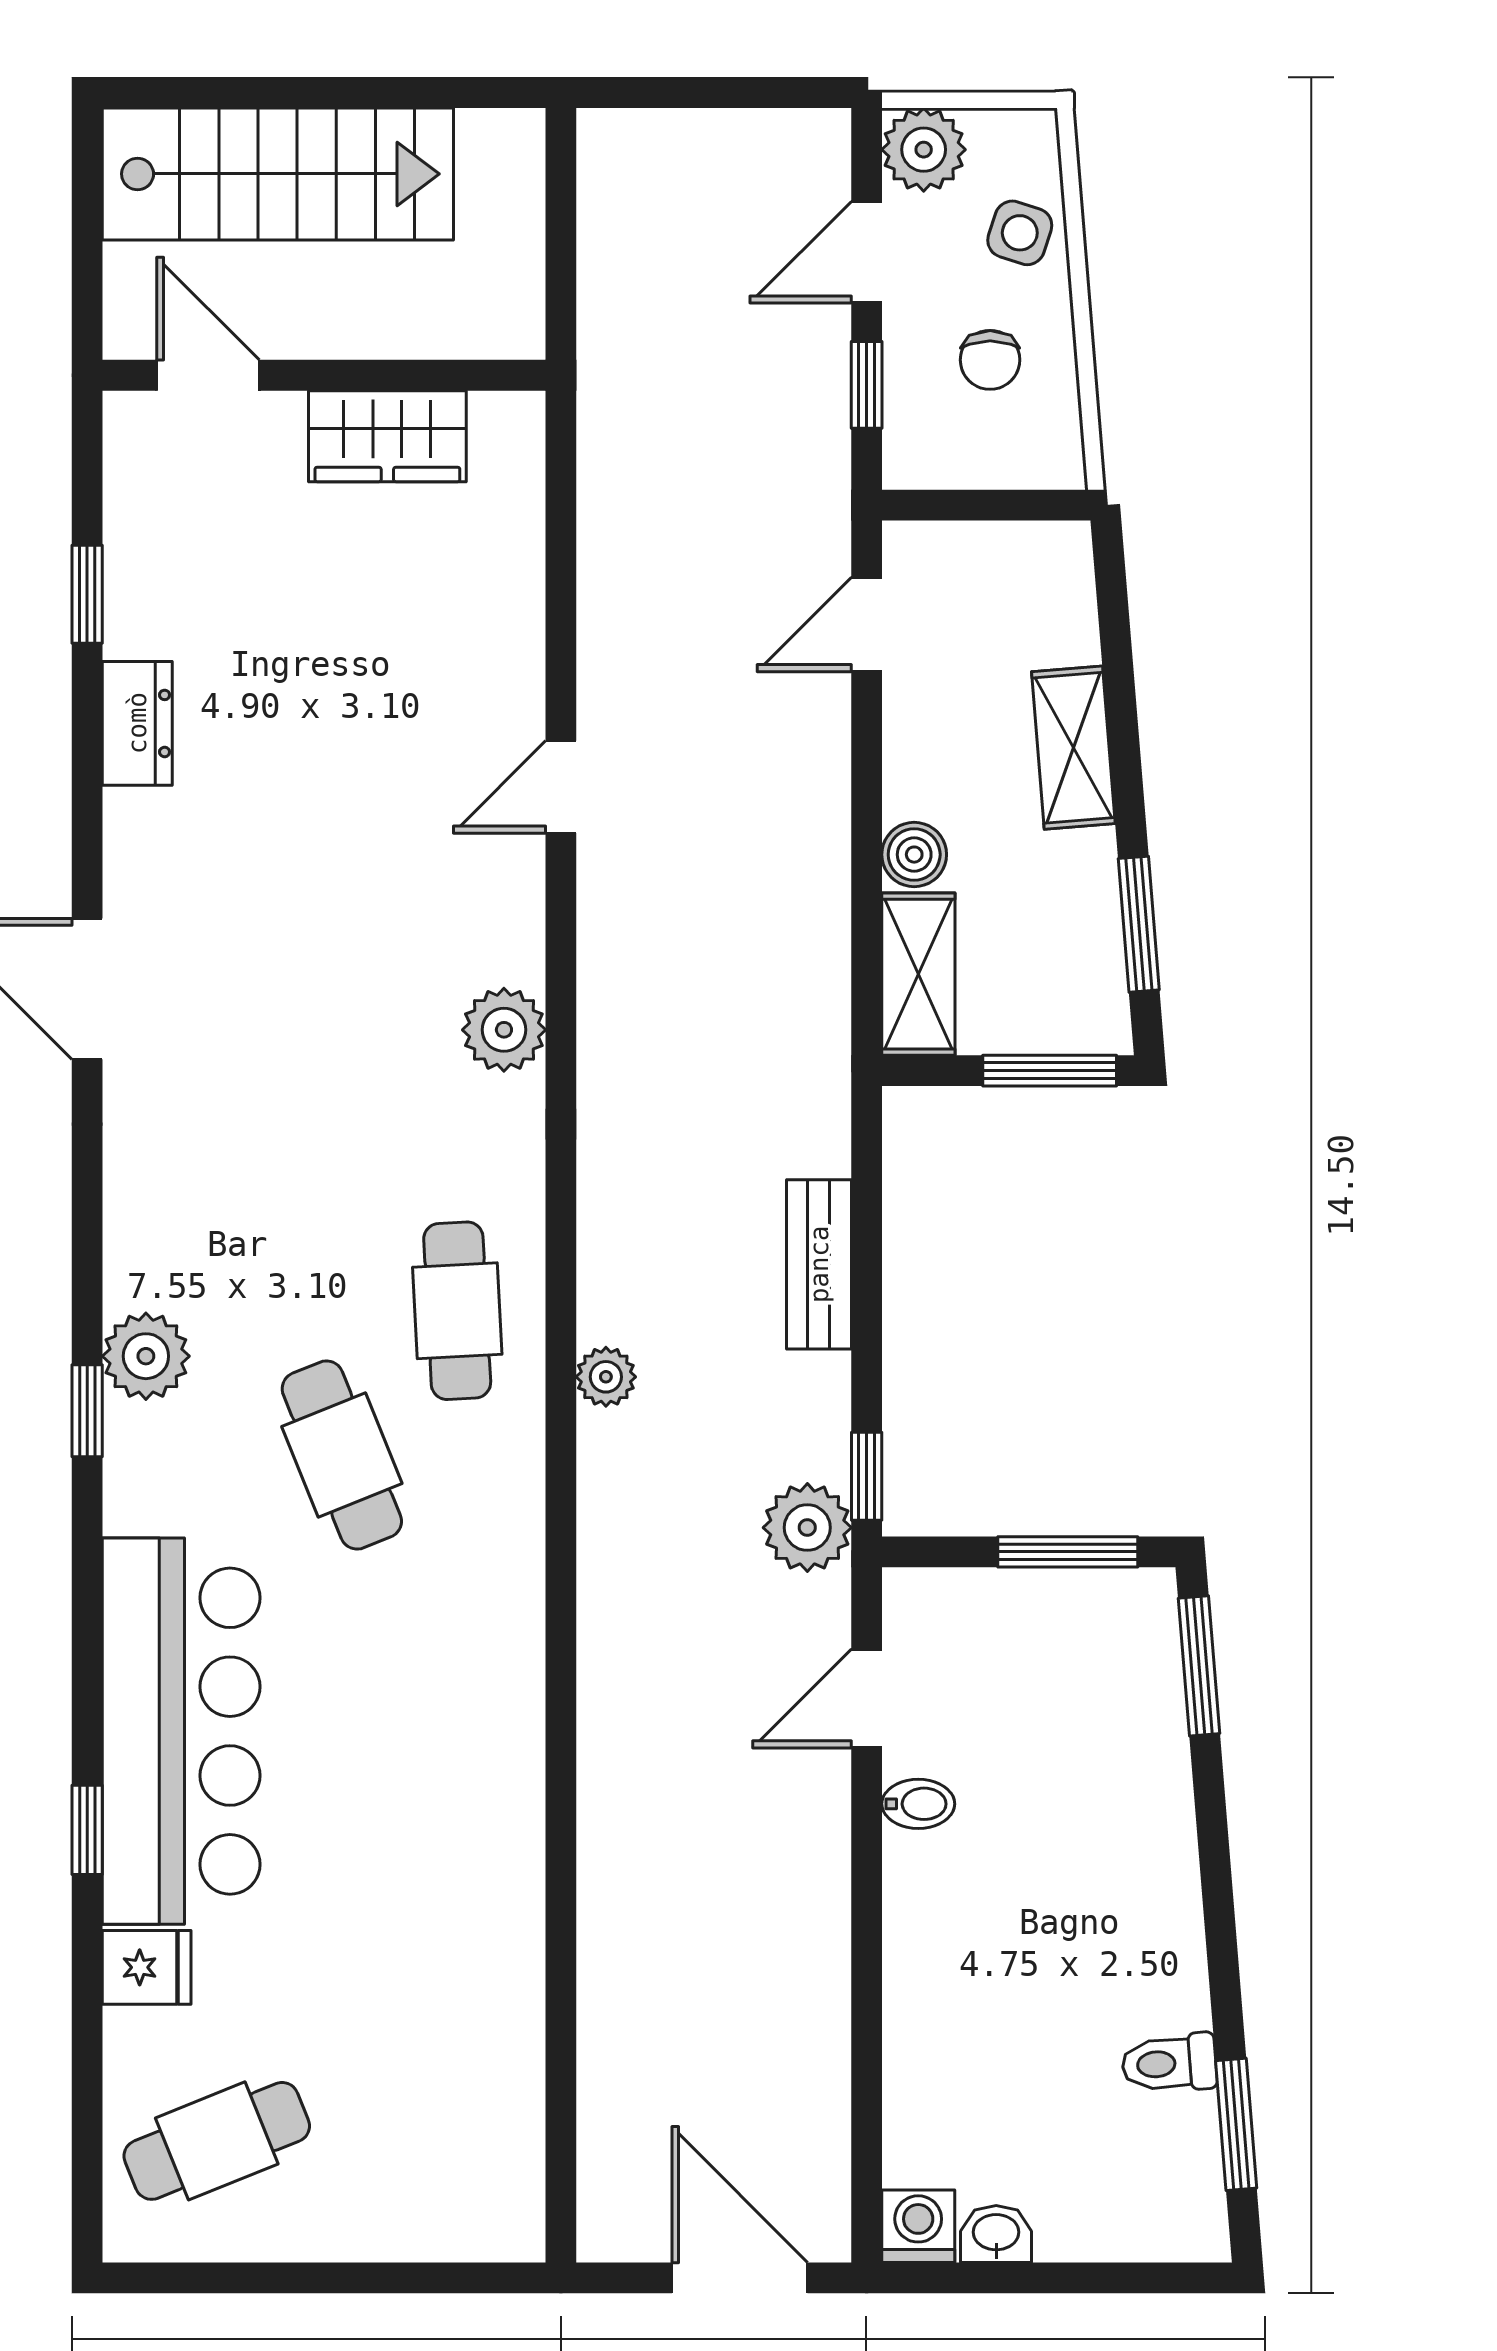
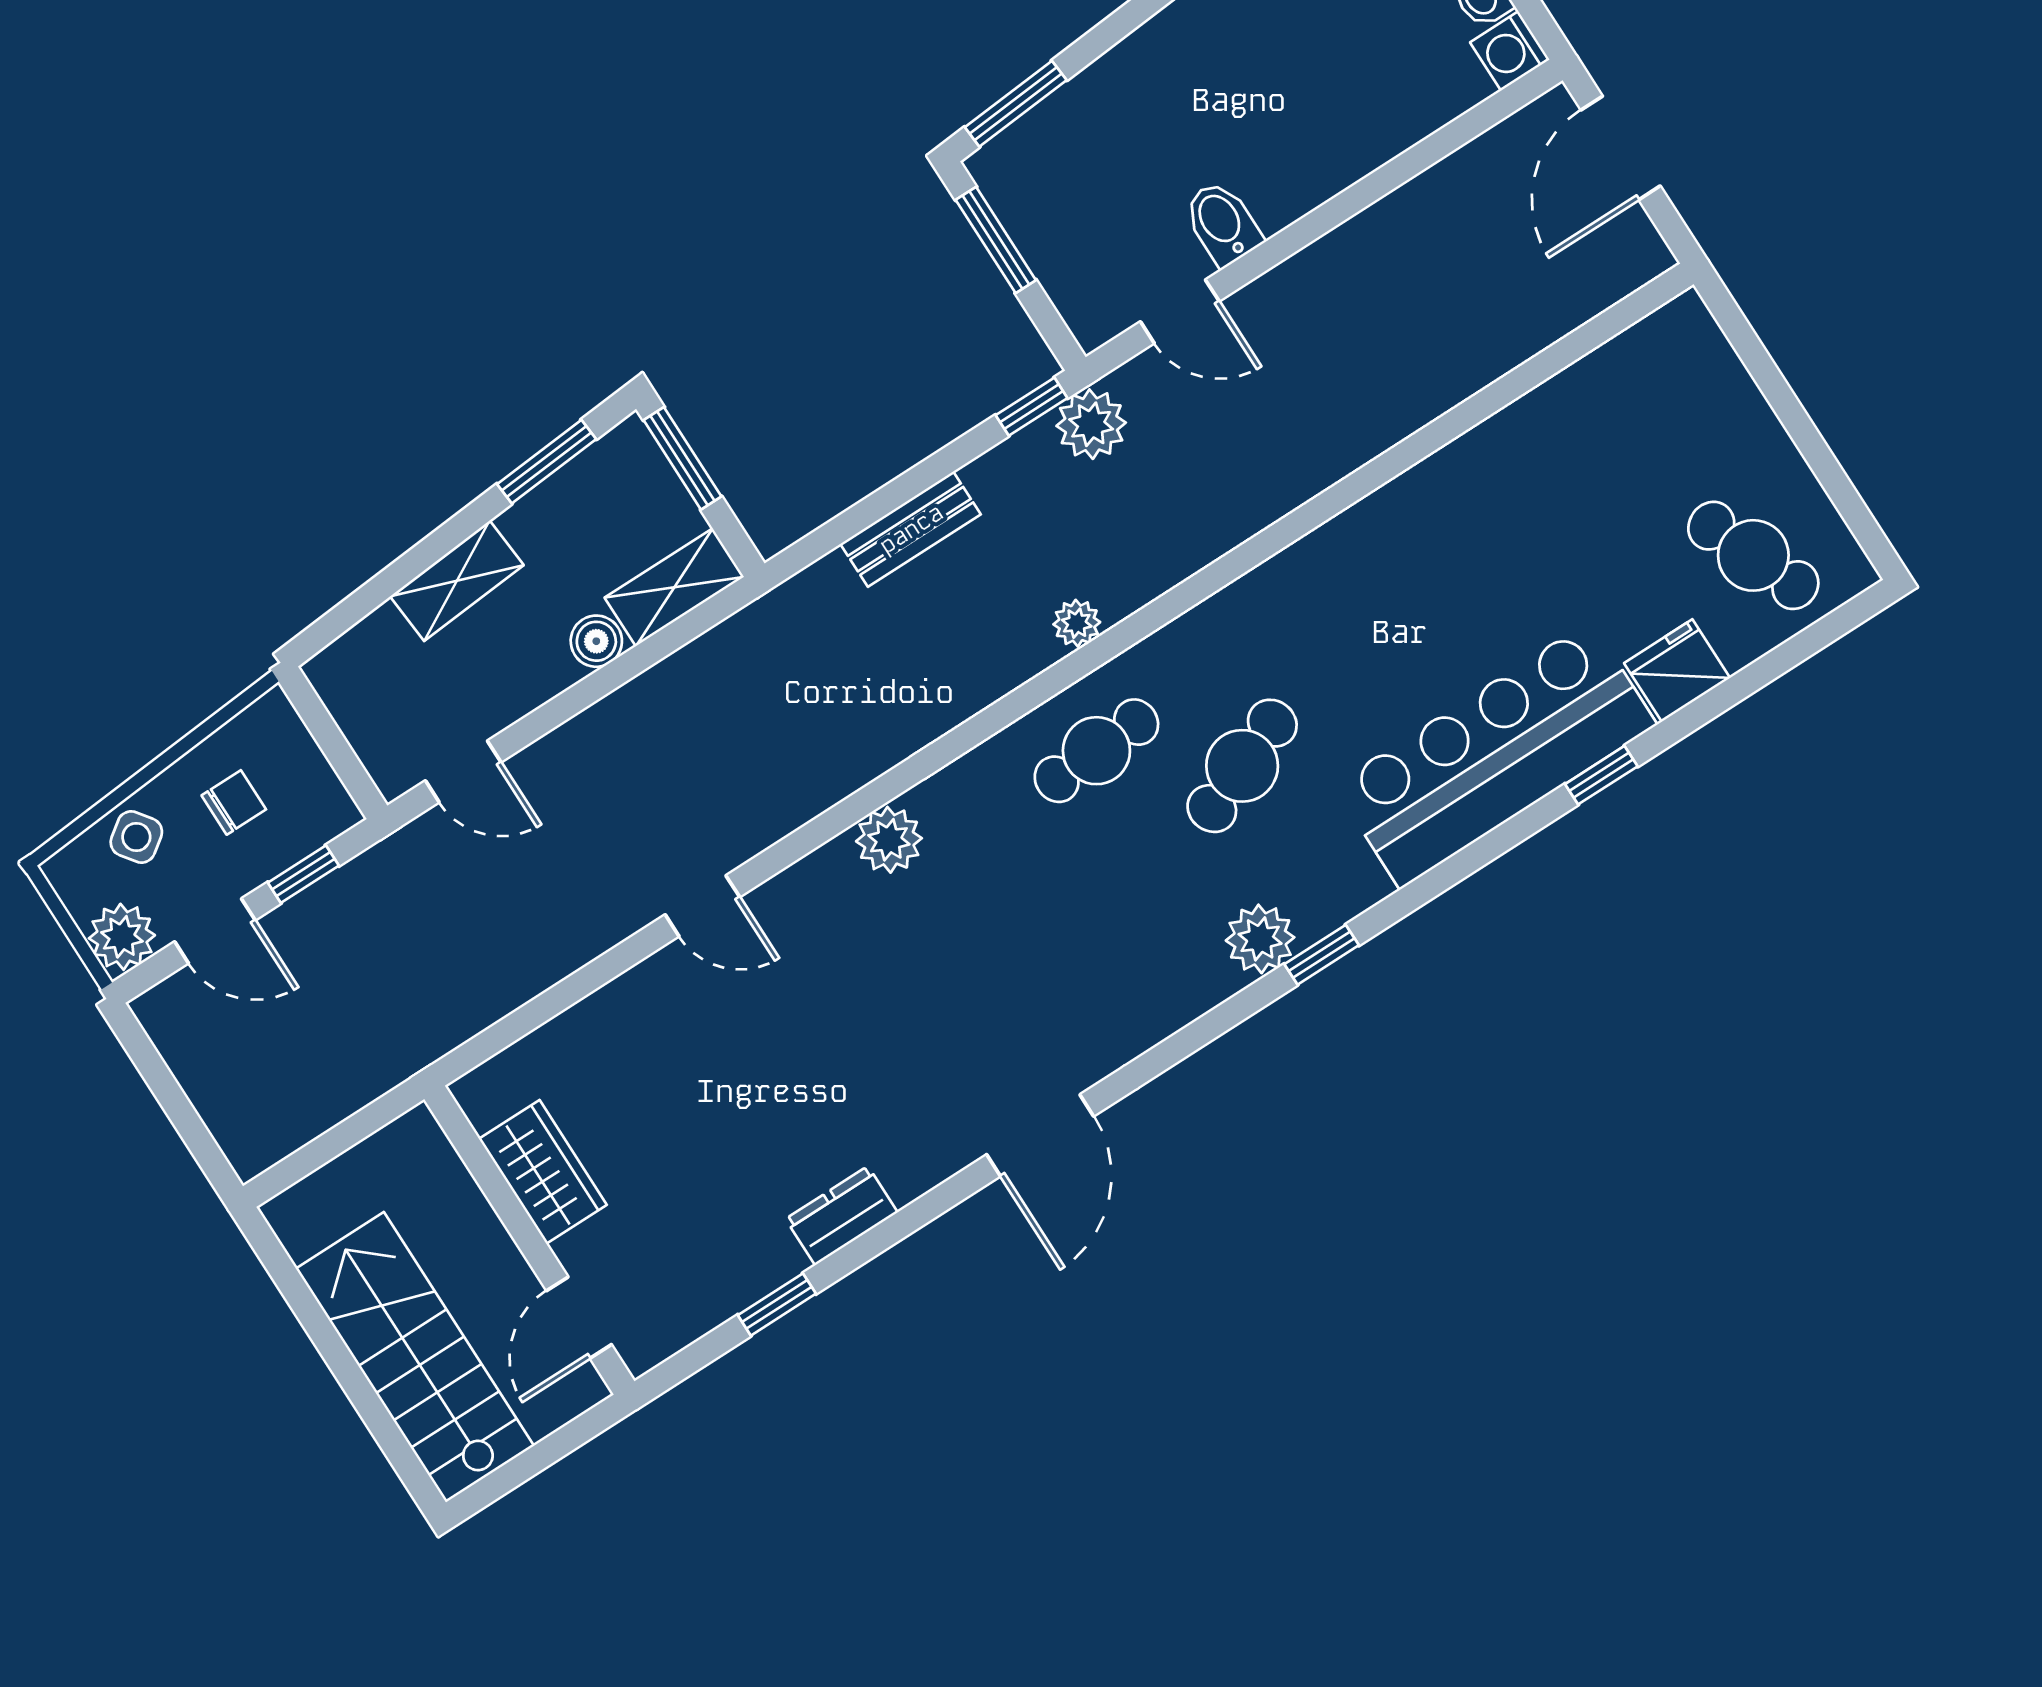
side table: (1020, 233) -> (136, 837), turned 36
bidet: (918, 1804) -> (1222, 223), width x1.38, depth x1.36
fridge: (147, 1967) -> (1677, 670), width x1.38

